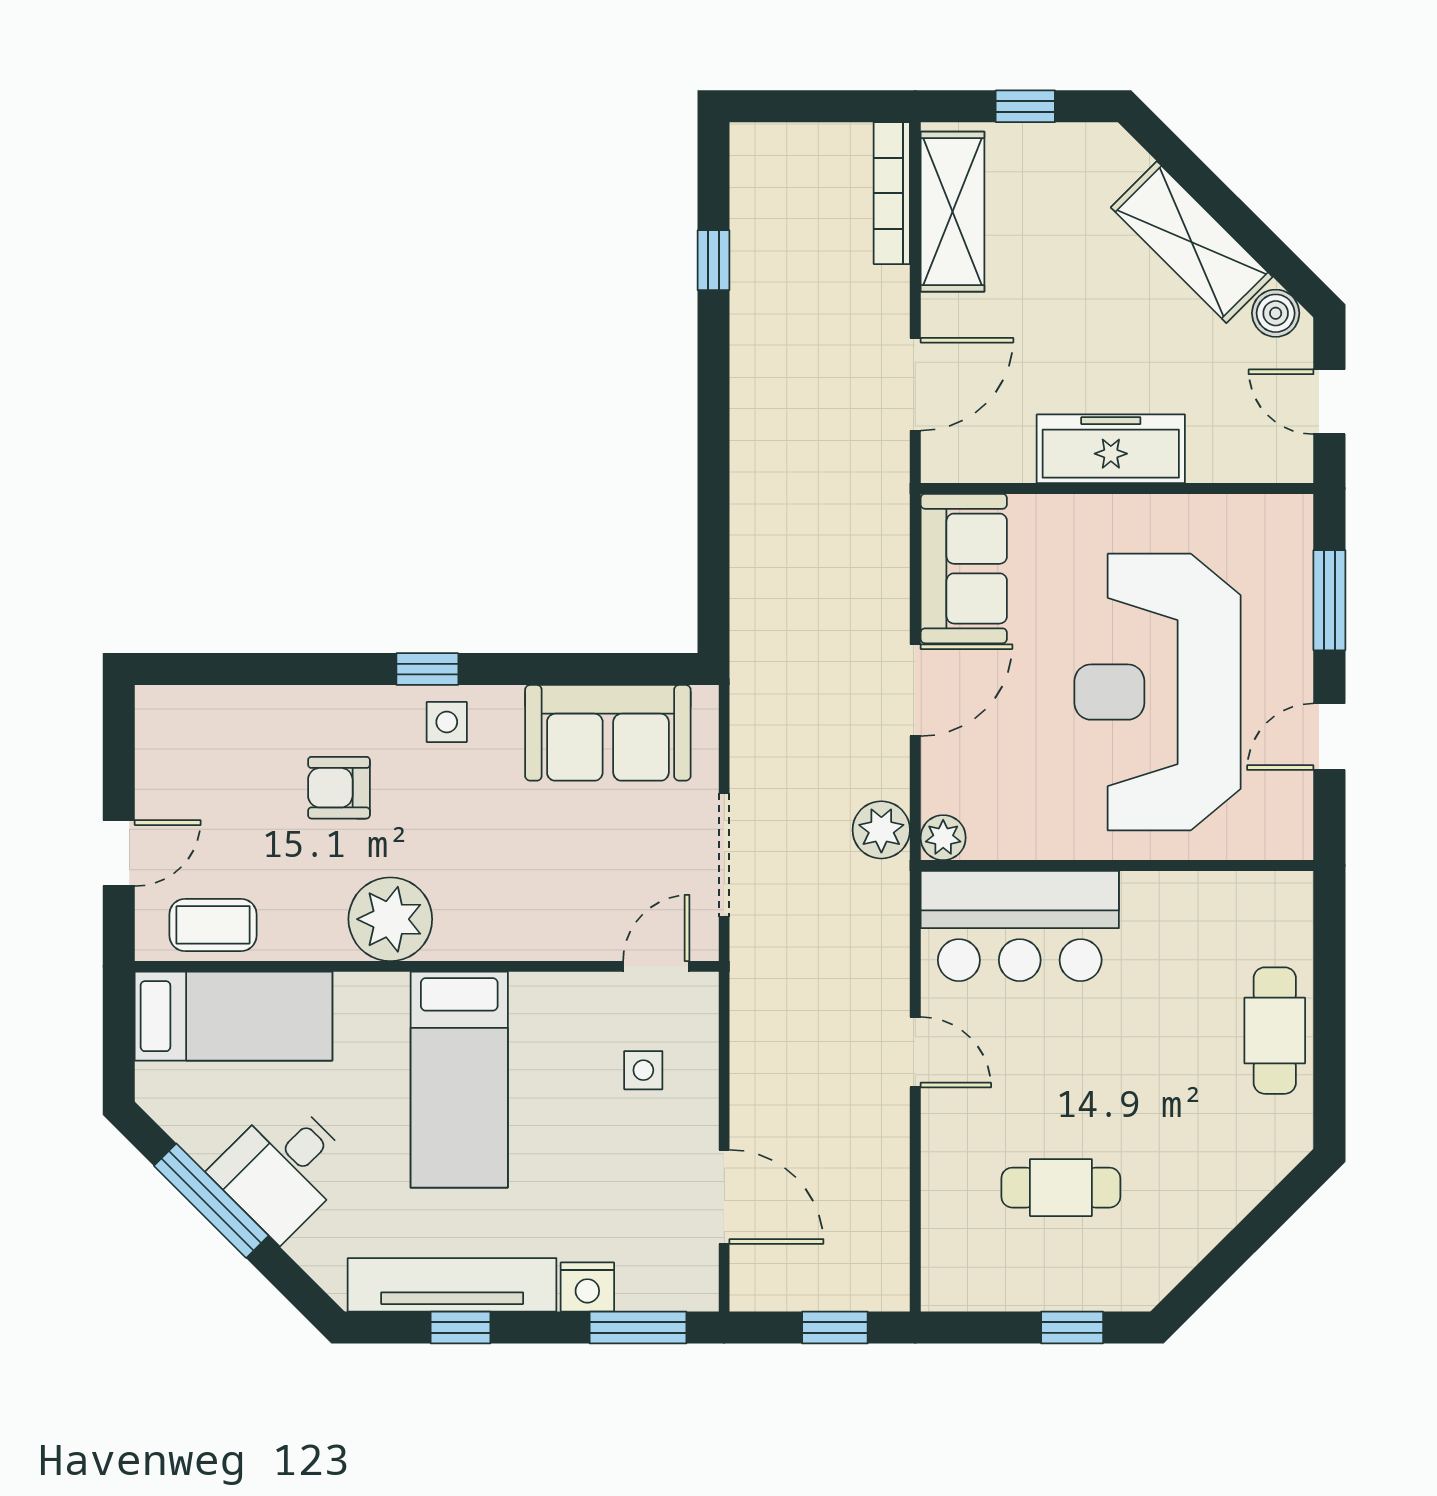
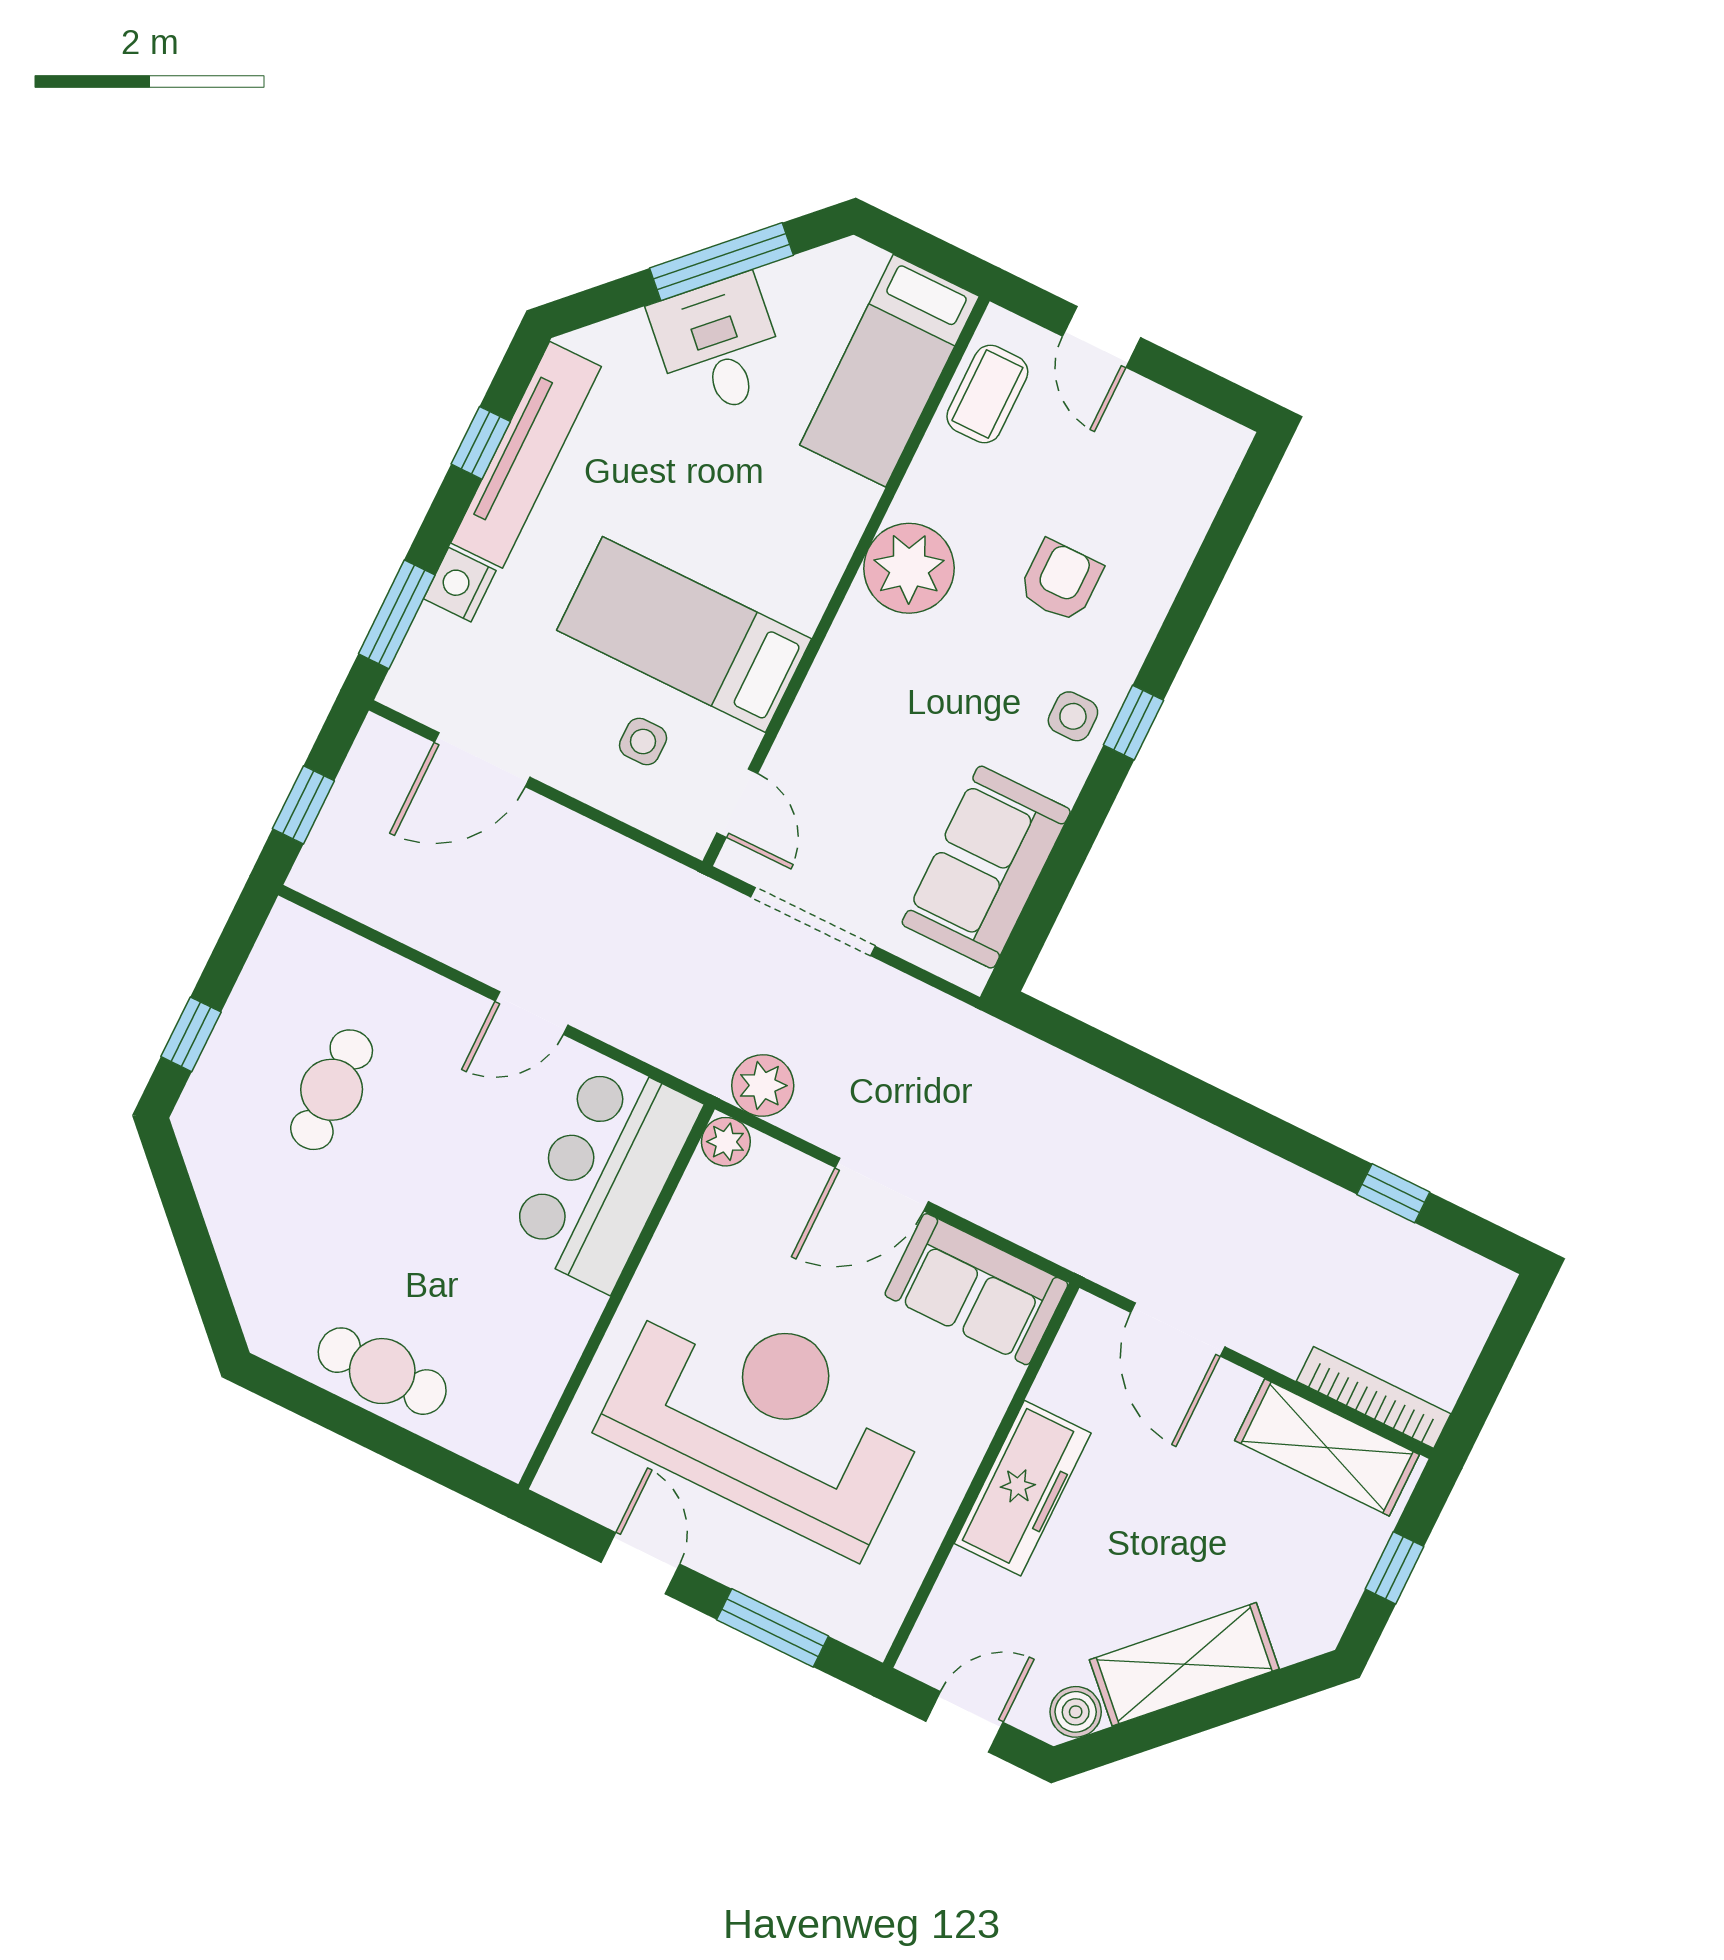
door: (915, 690) -> (882, 1185), hinge flipped
bed: (459, 1080) -> (684, 634), moved

